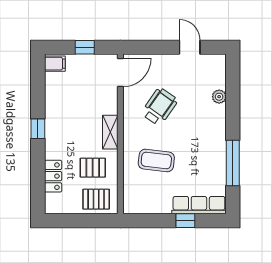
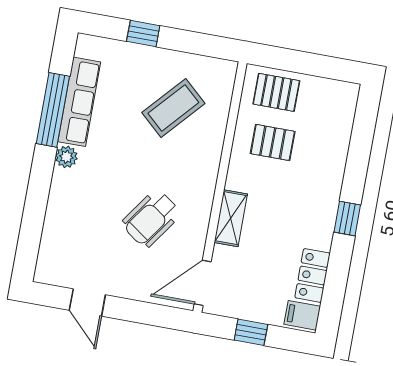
plant: (219, 97) -> (66, 157), moved
shelving: (110, 132) -> (231, 218), moved
coffee table: (156, 161) -> (173, 108), moved, turned -55
locker: (53, 176) -> (312, 275), moved
row of seats: (199, 205) -> (79, 102), moved, turned -90

